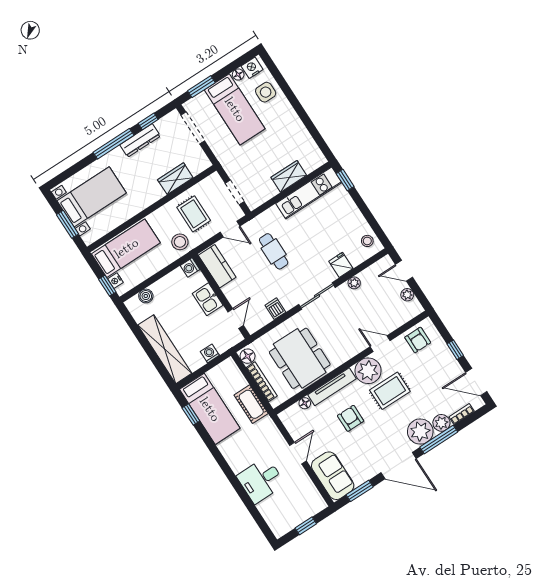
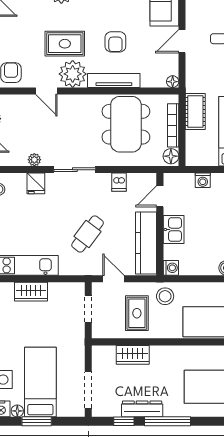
window: (201, 87) -> (37, 421), moved
cafe table: (274, 251) -> (88, 234), turned 37
kitchen counter: (217, 266) -> (146, 243), width x1.50
floor lamp: (305, 403) -> (173, 82), moved

